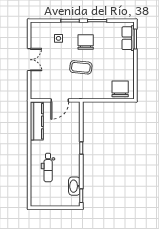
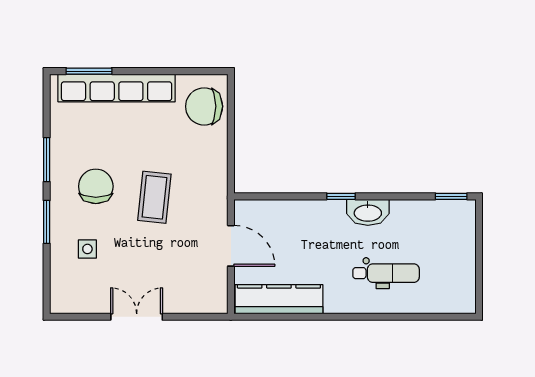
row of seats: (128, 38) -> (117, 88), width x2.02
chair: (86, 42) -> (96, 186), turned 90
washbasin: (74, 186) -> (368, 212), moved

